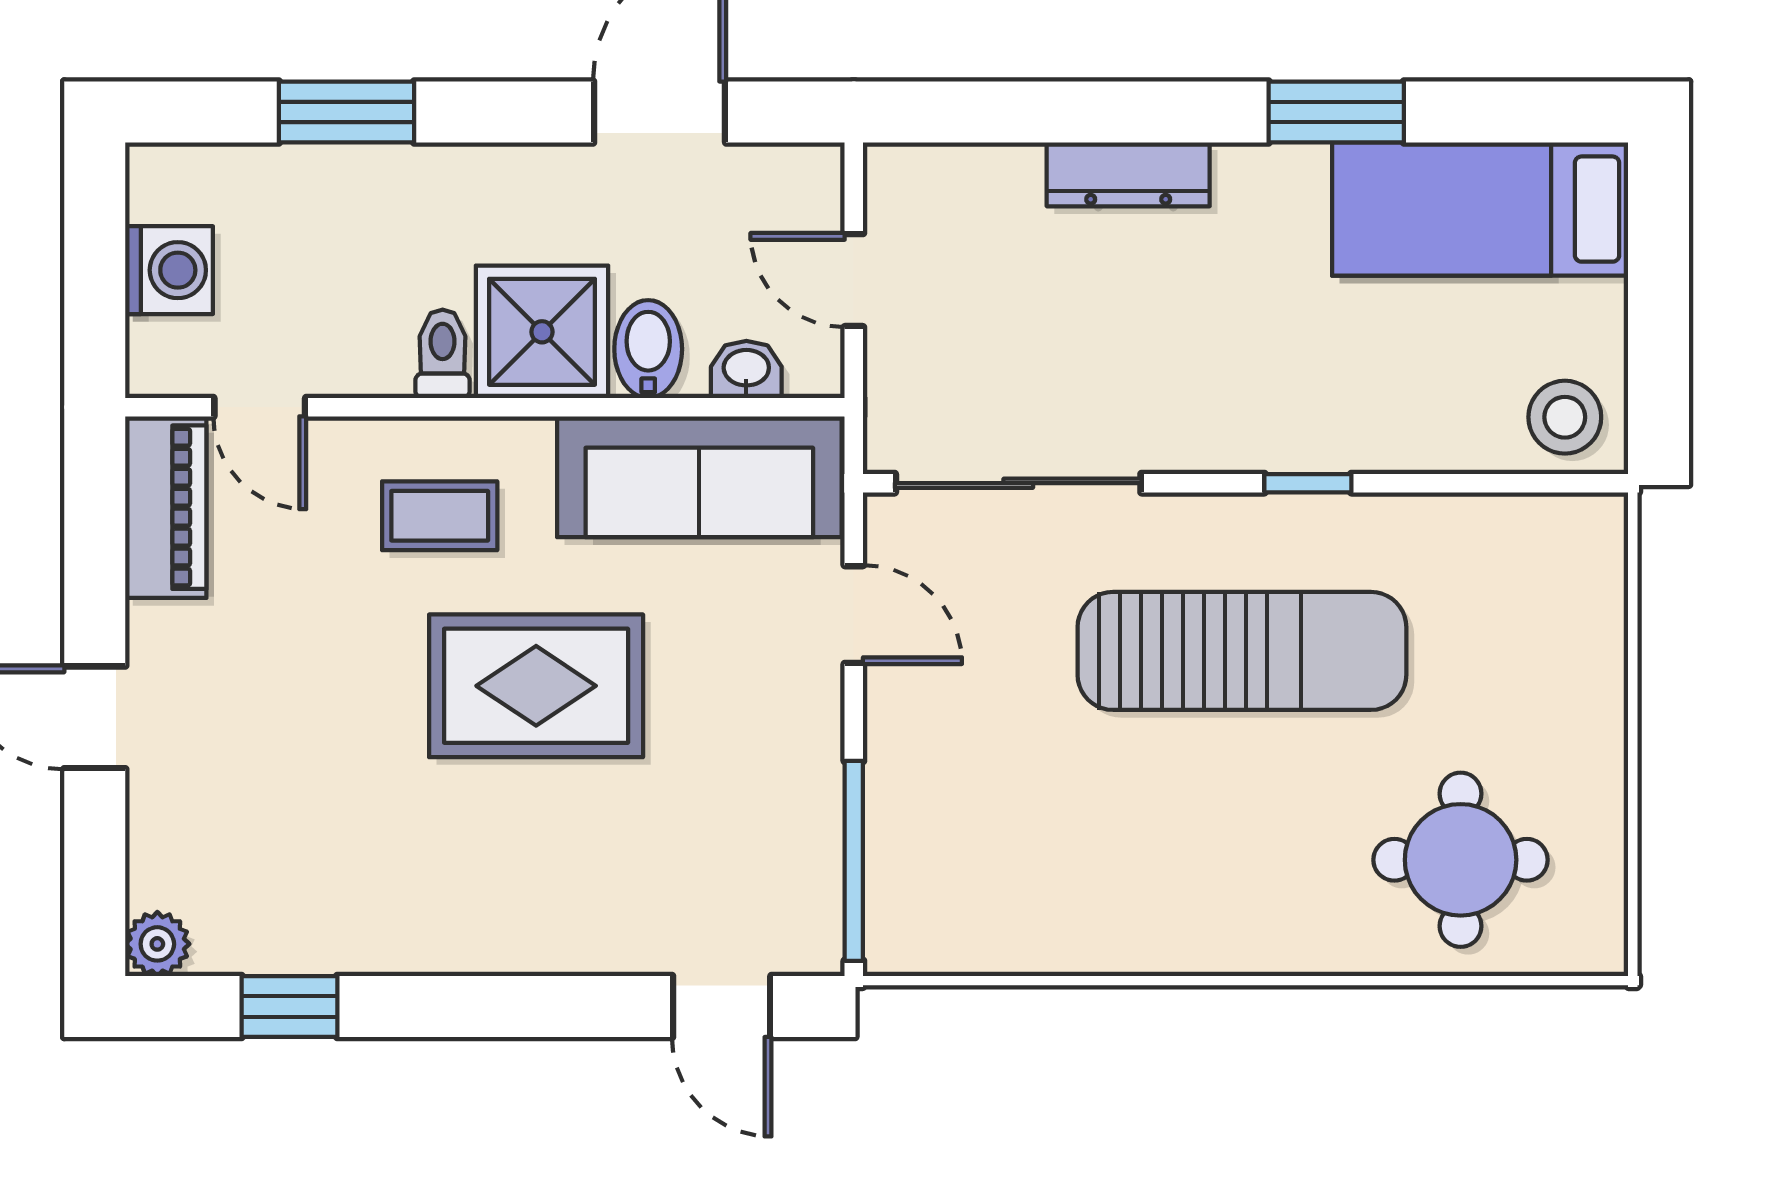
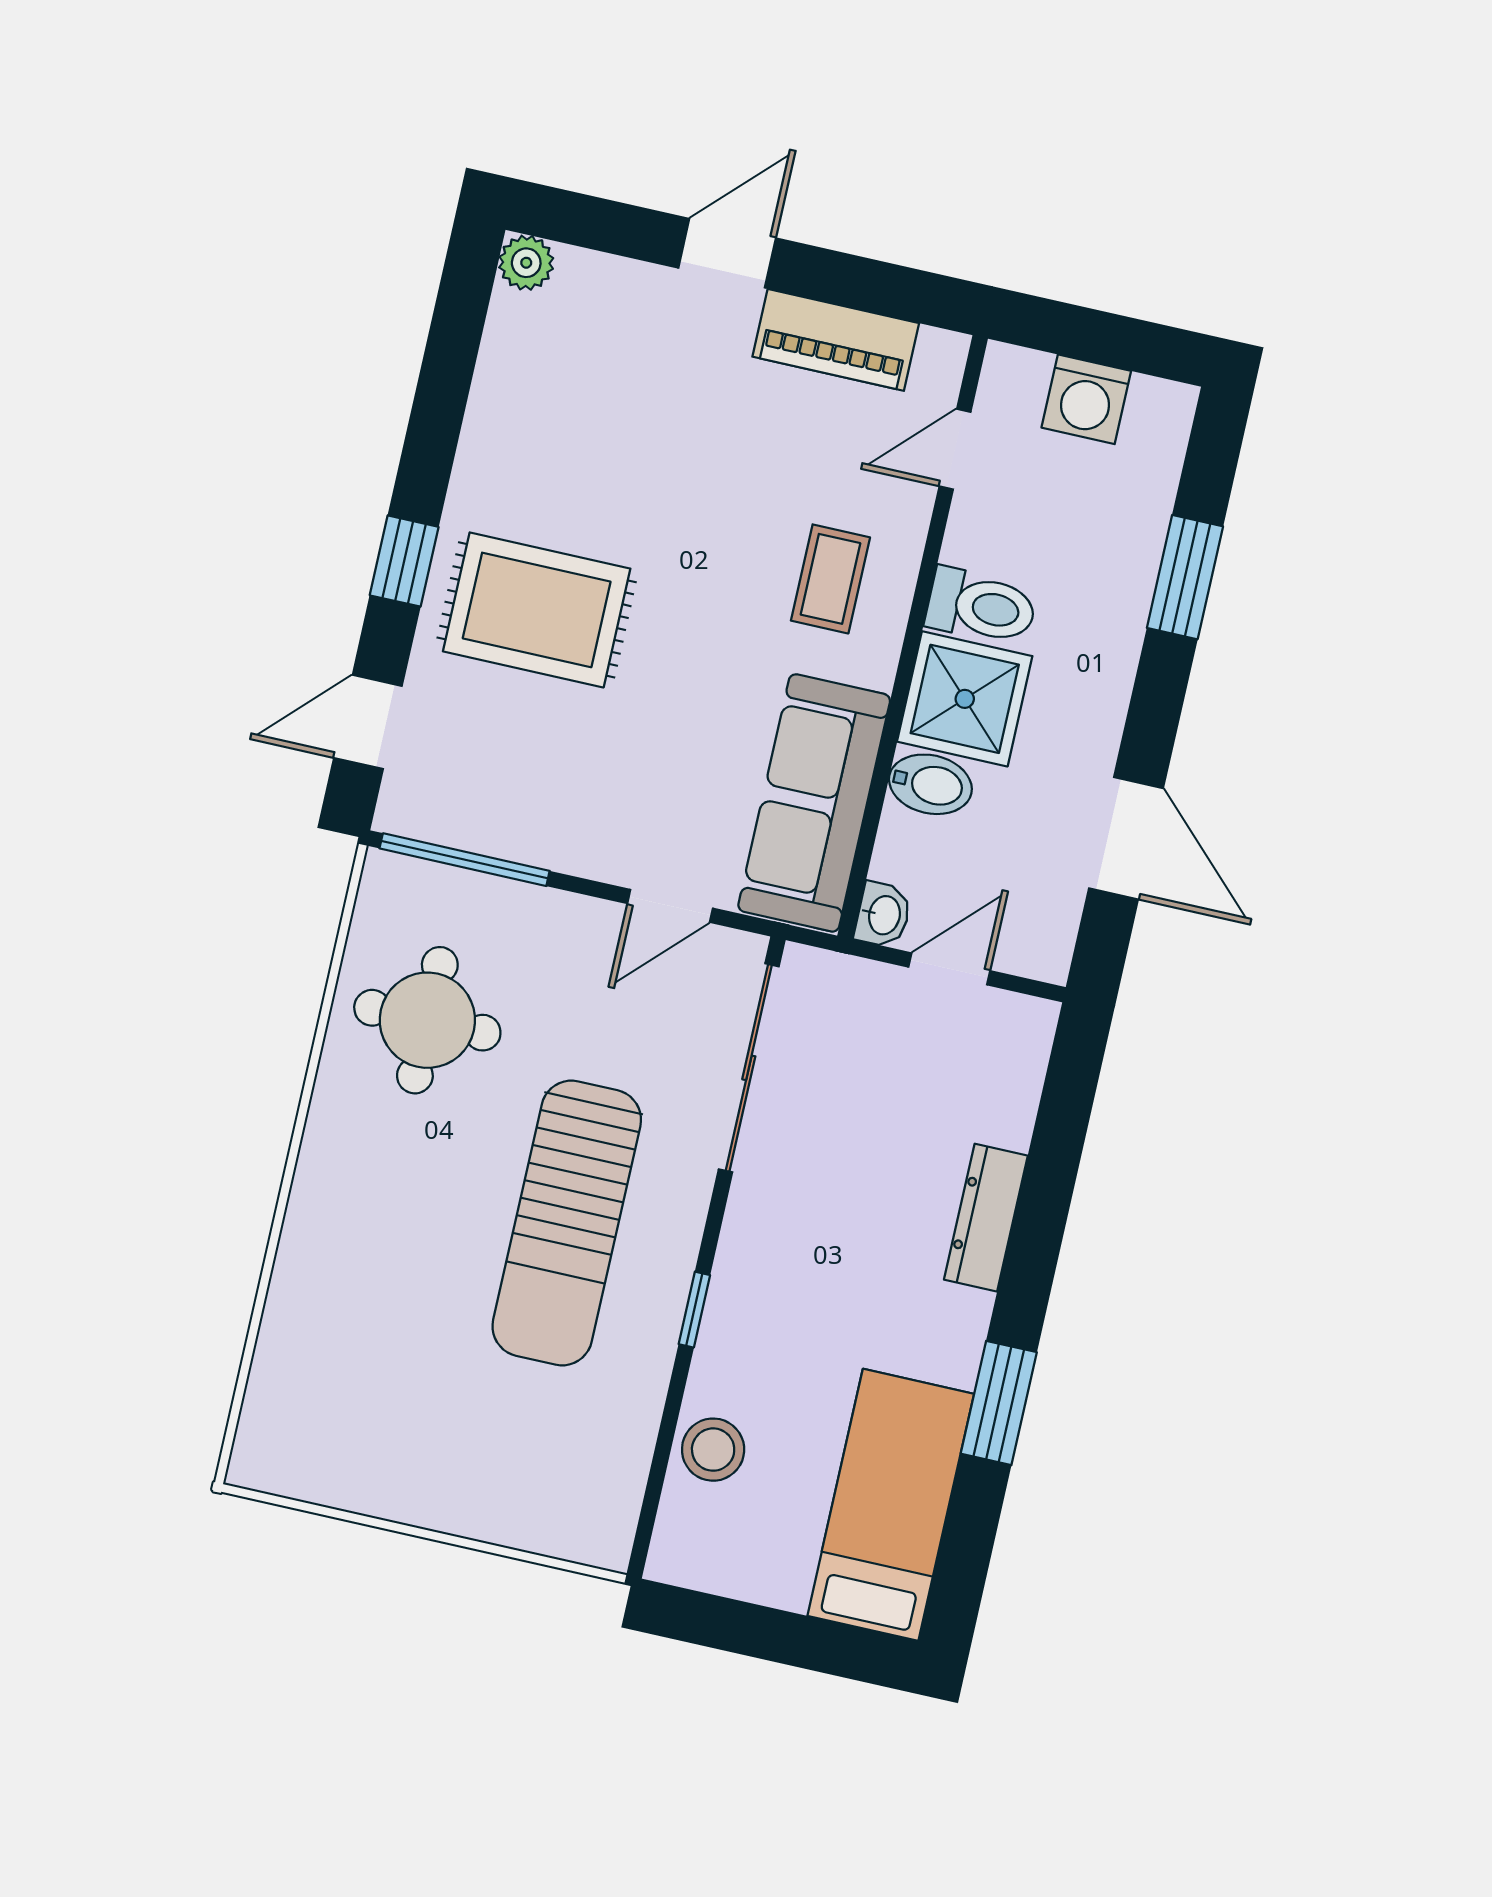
toilet: (443, 354) -> (981, 607), width x1.37, depth x1.39
washbasin: (746, 369) -> (883, 915), moved
stool: (1565, 417) -> (713, 1450), moved
piano: (166, 507) -> (836, 340), moved
rug: (536, 686) -> (537, 610), moved, turned 90
round table: (1461, 860) -> (427, 1020), moved
window: (289, 1007) -> (404, 561), moved

